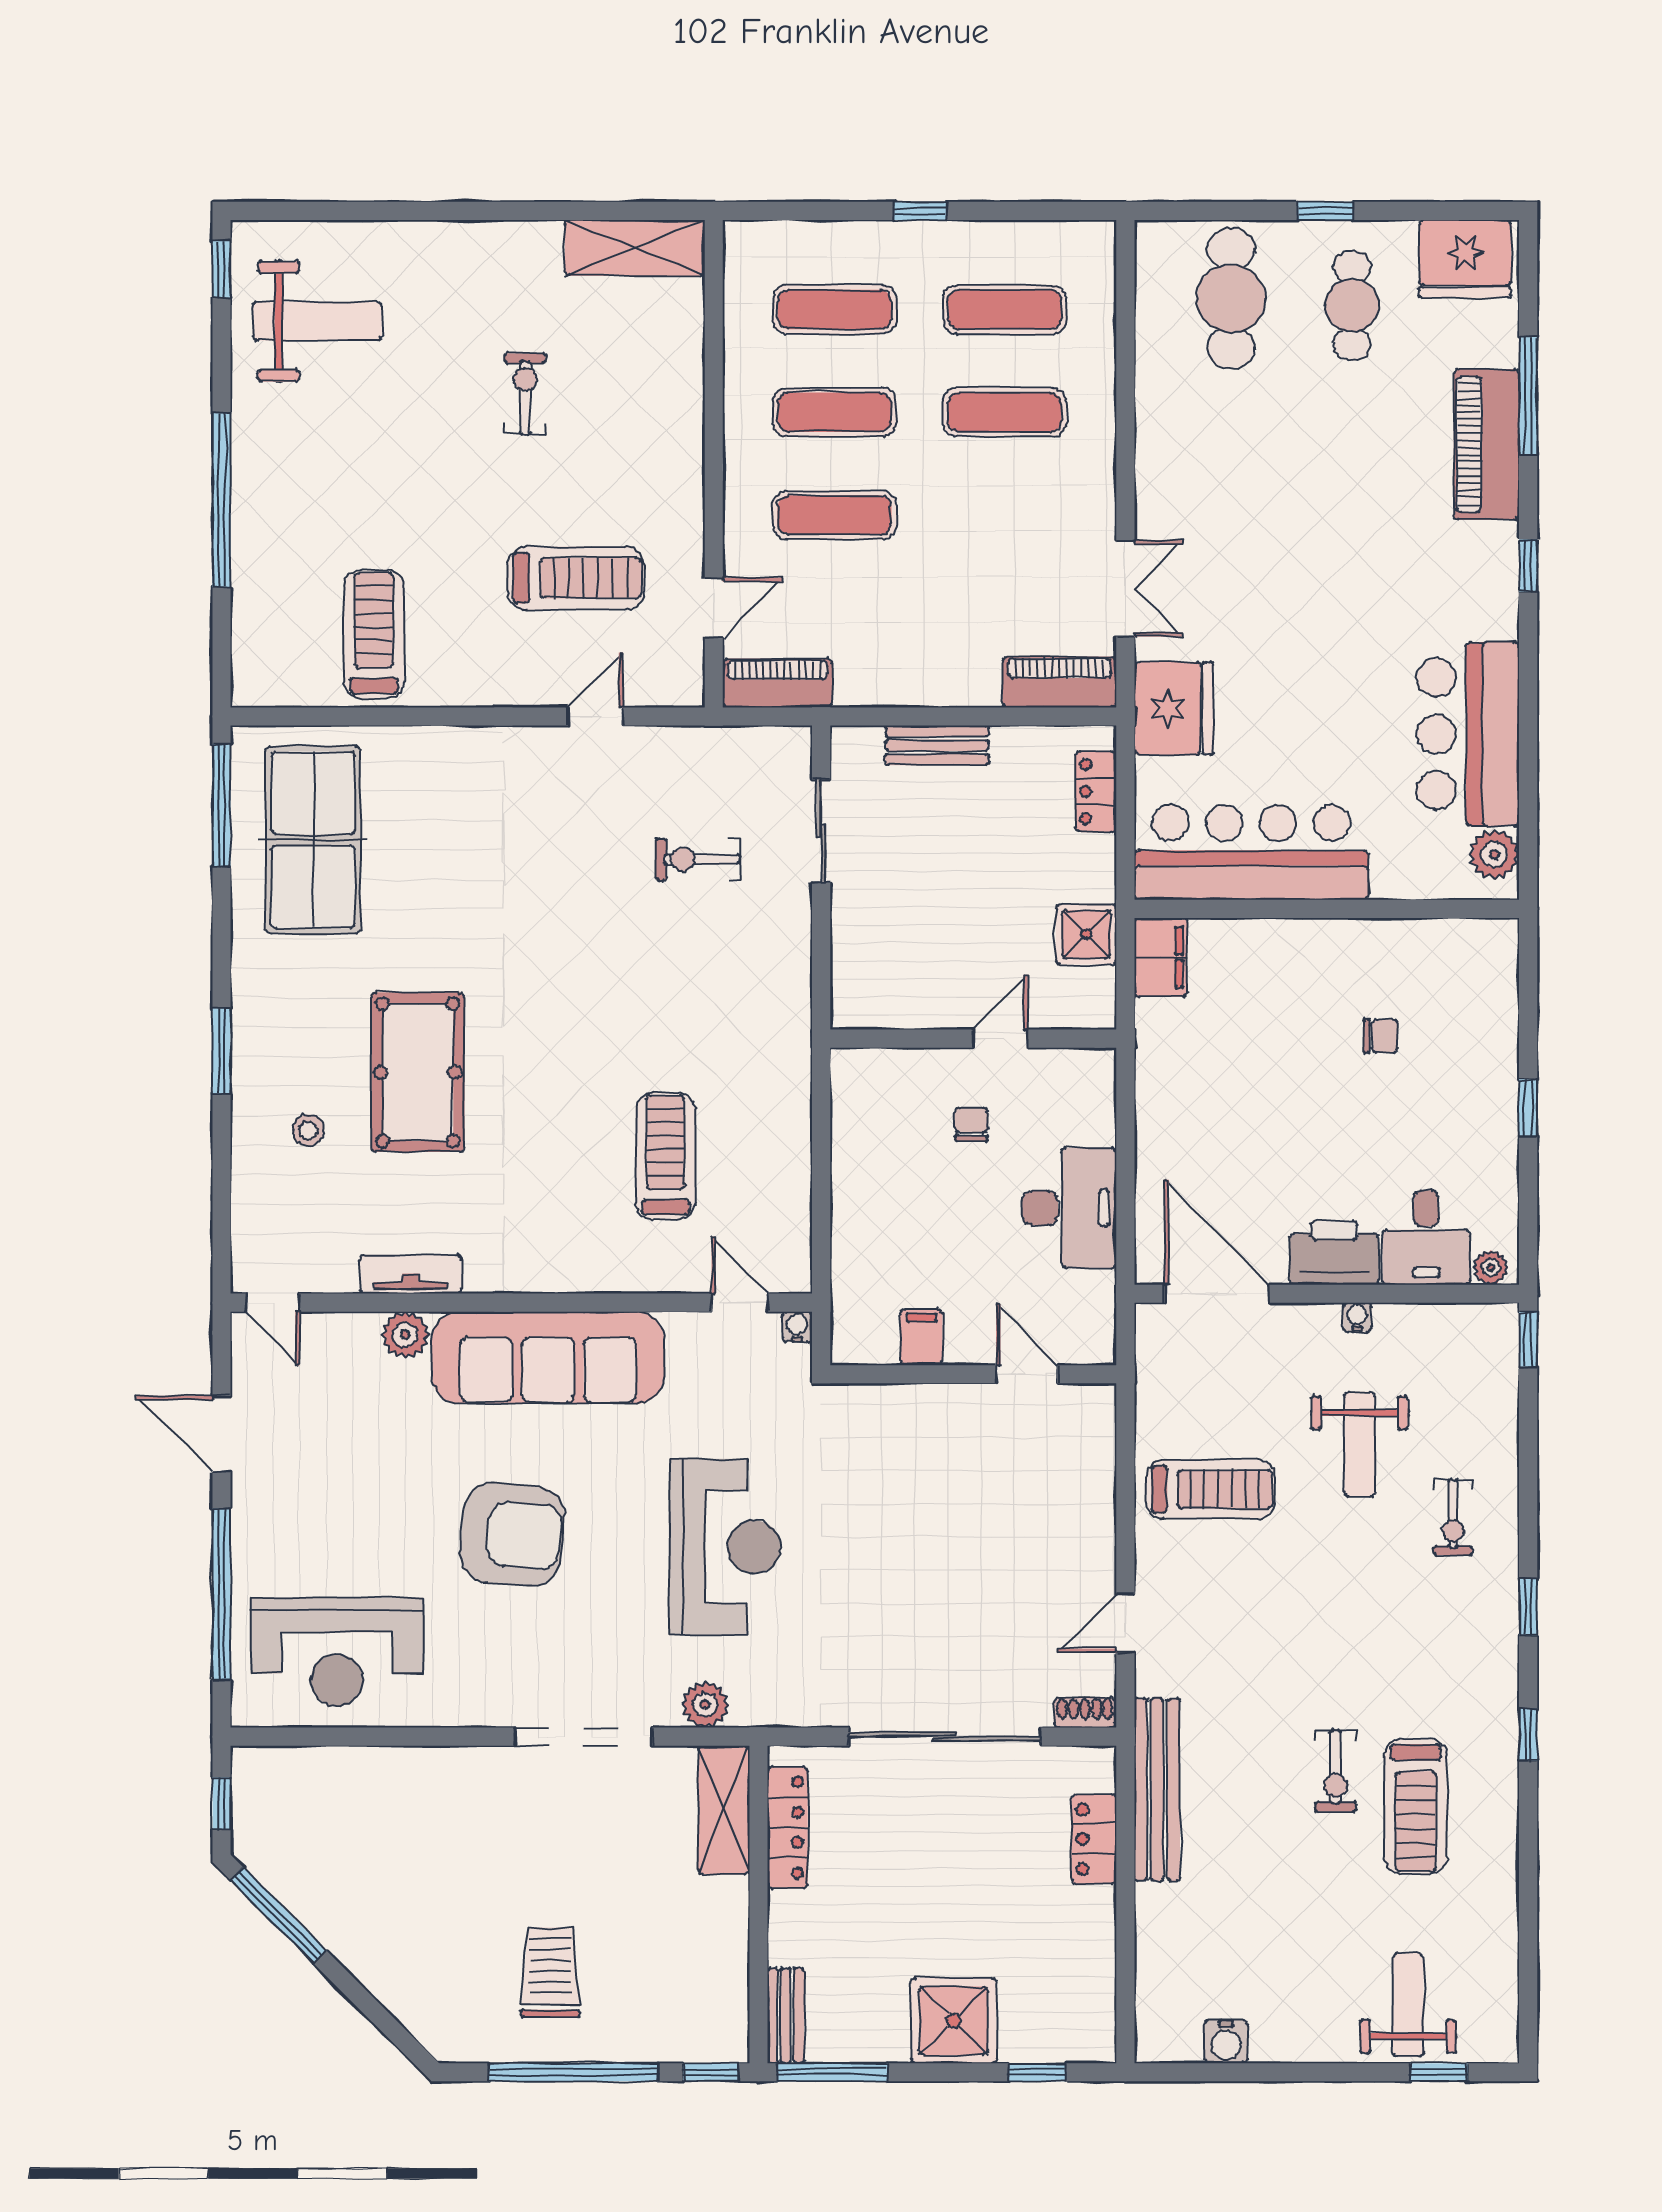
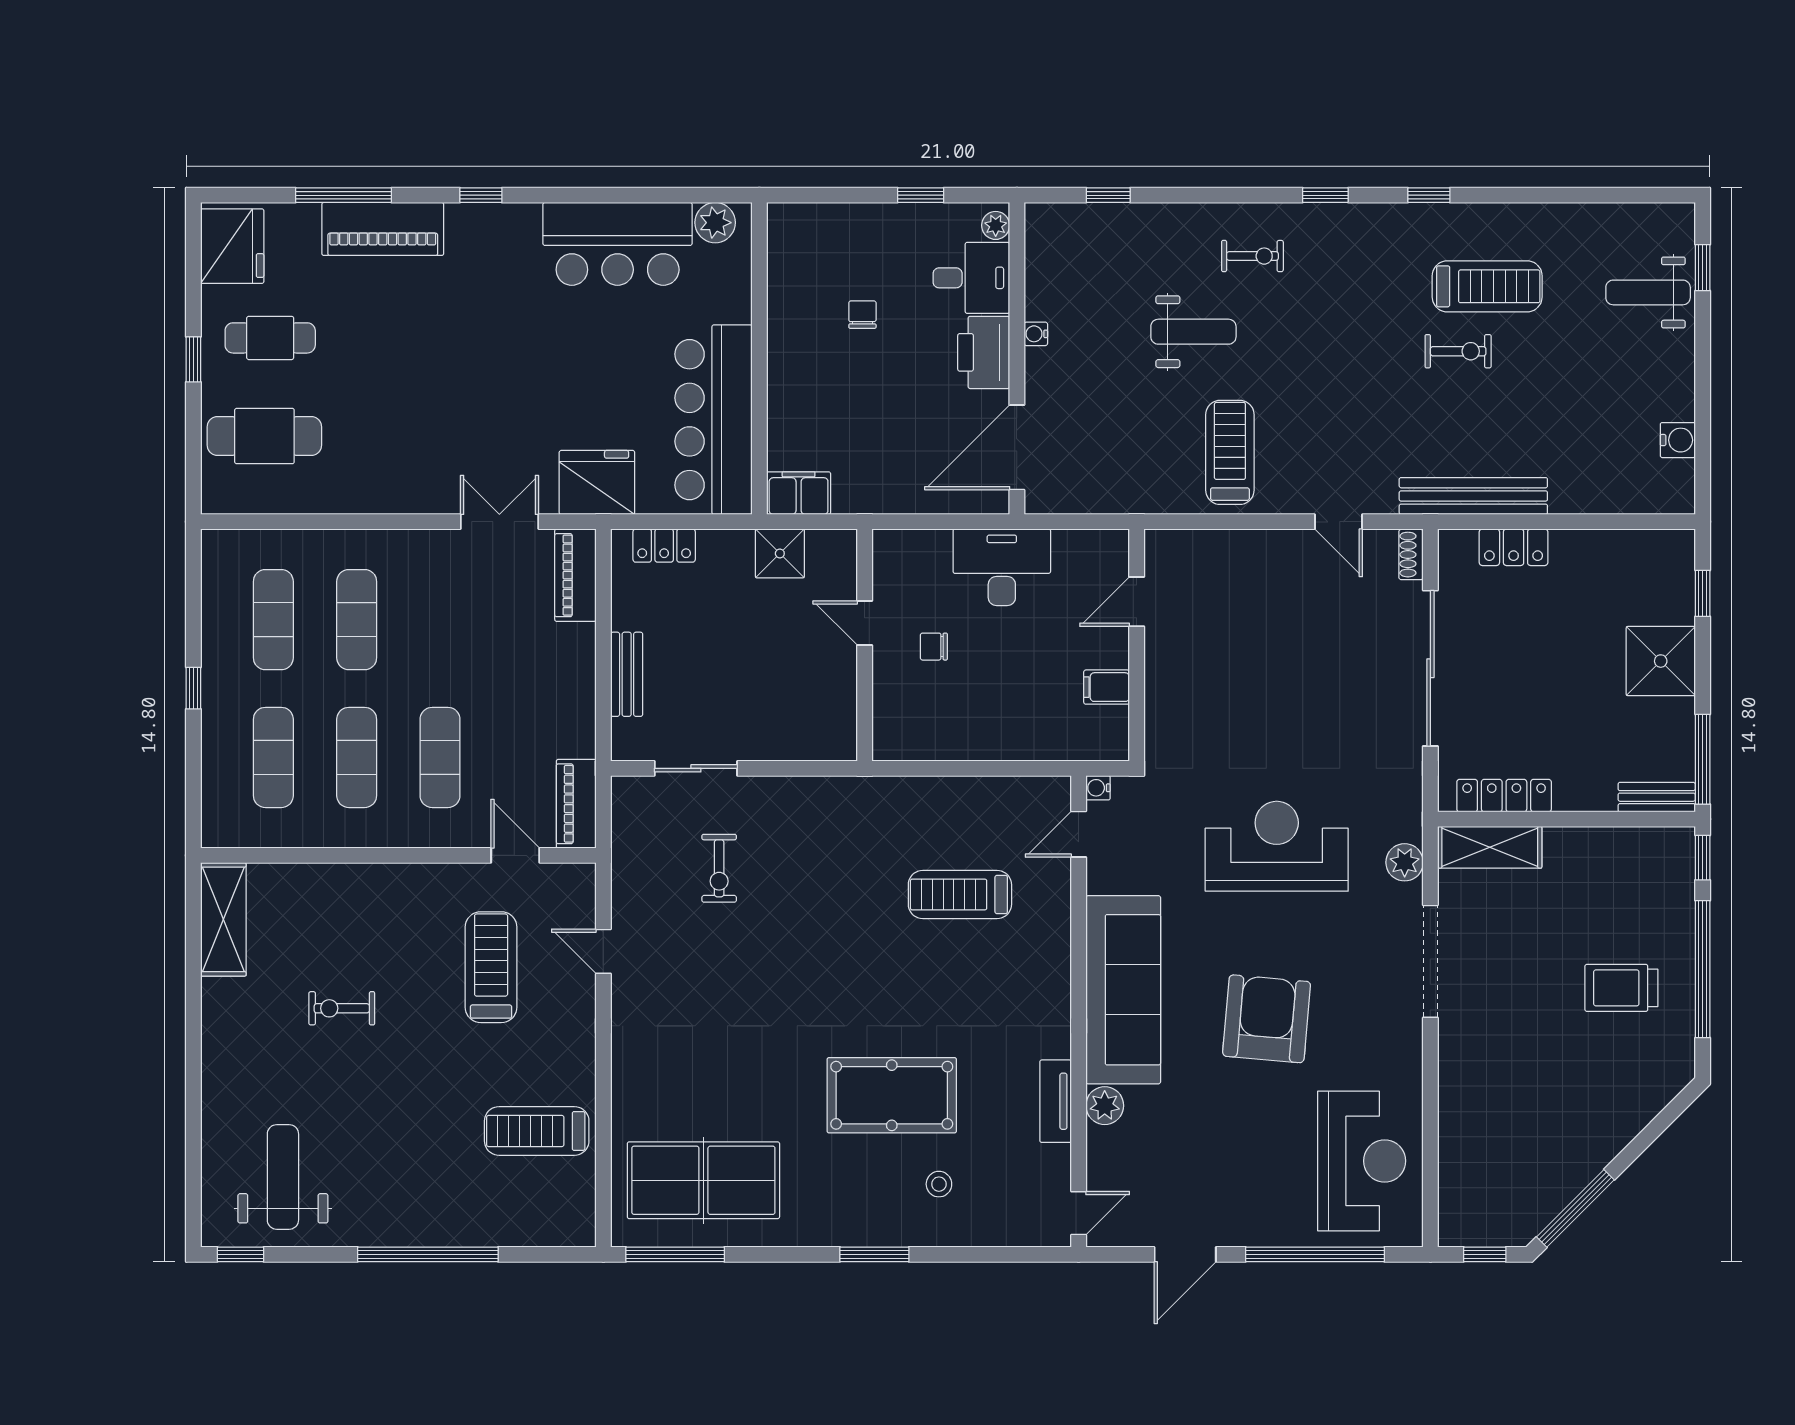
desk: (1426, 1238) -> (971, 278), moved
printer: (1334, 1253) -> (984, 352), moved
plant: (1491, 1267) -> (996, 225), moved
door: (1217, 1294) -> (1017, 447), moved
wall: (1327, 1294) -> (1017, 358), moved
water cooler: (1357, 1317) -> (1036, 334), moved

